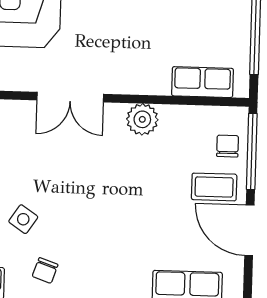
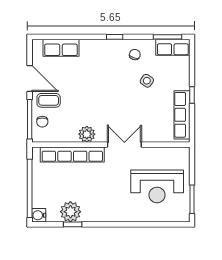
row of seats: (202, 82) -> (72, 154), width x2.02

